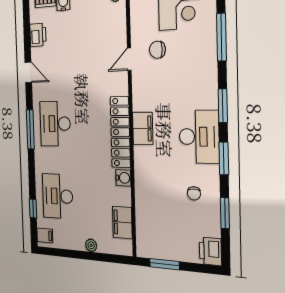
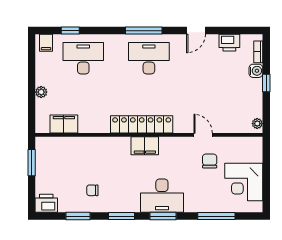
desk: (199, 137) -> (162, 196), moved
water cooler: (123, 178) -> (103, 126), removed

